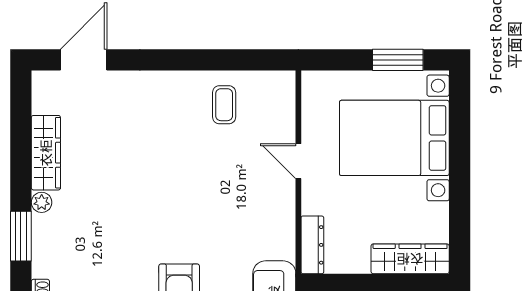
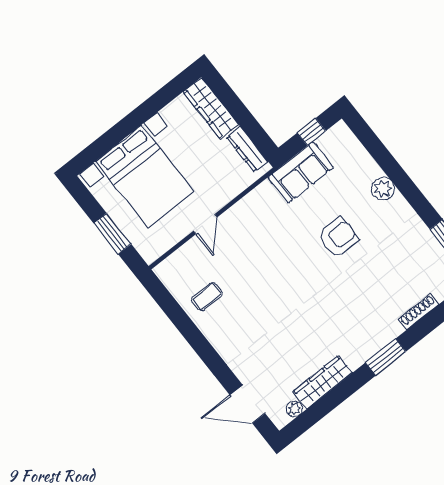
window: (398, 60) -> (112, 234), moved
plant: (42, 202) -> (294, 409), moved
dresser: (312, 245) -> (247, 149), moved, turned -90

